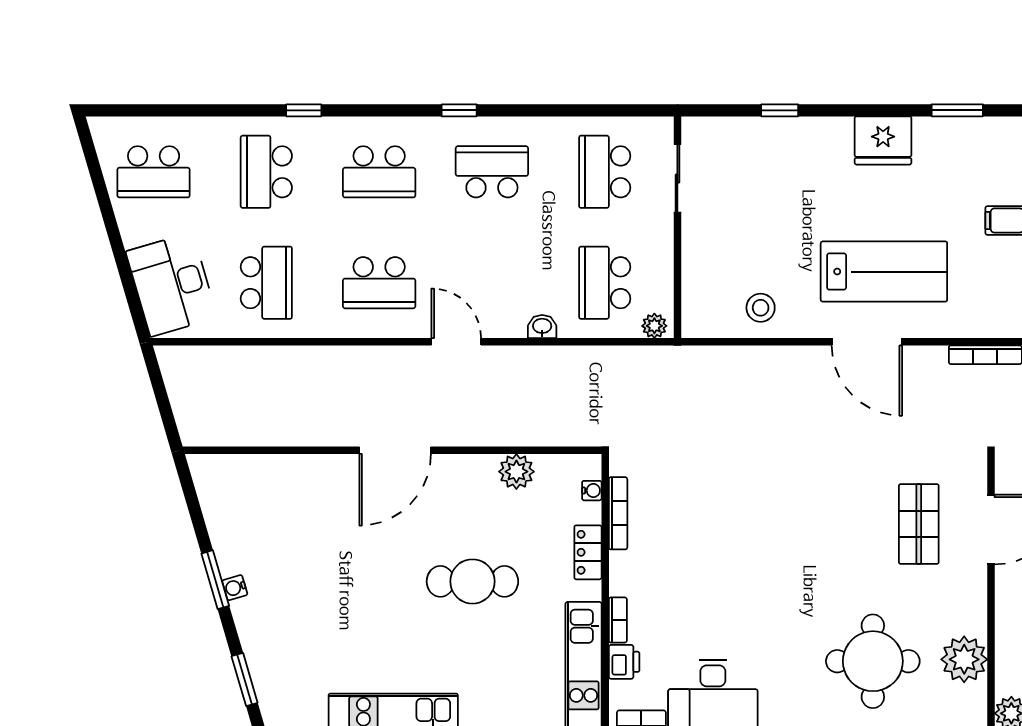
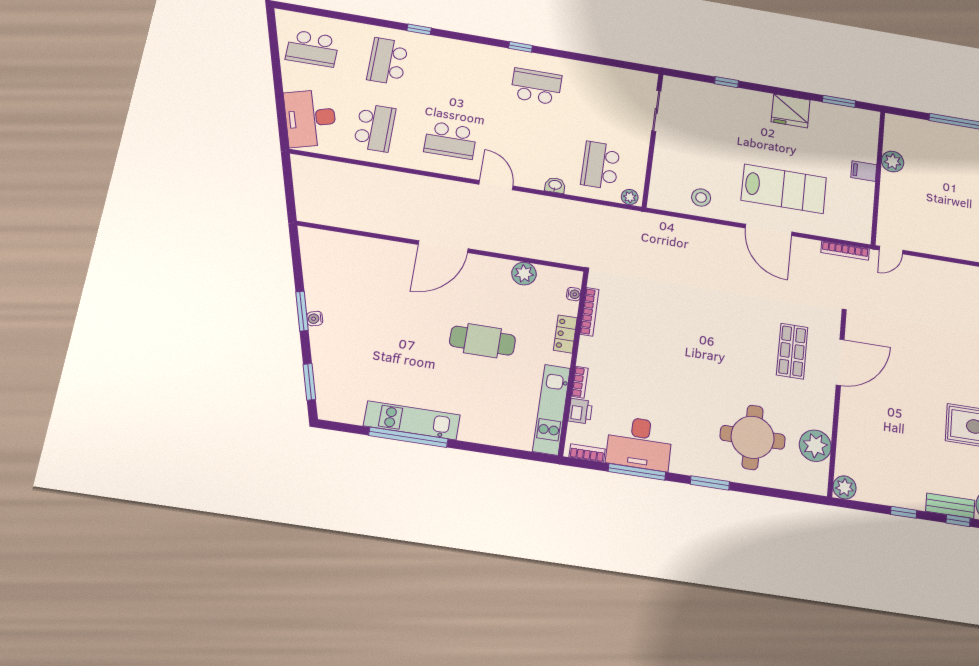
school desk: (379, 172) -> (462, 74), removed
school desk: (605, 172) -> (610, 99), removed

